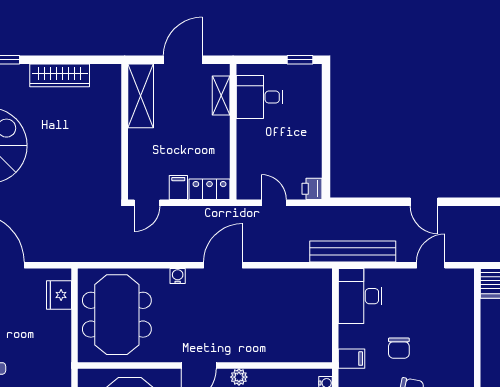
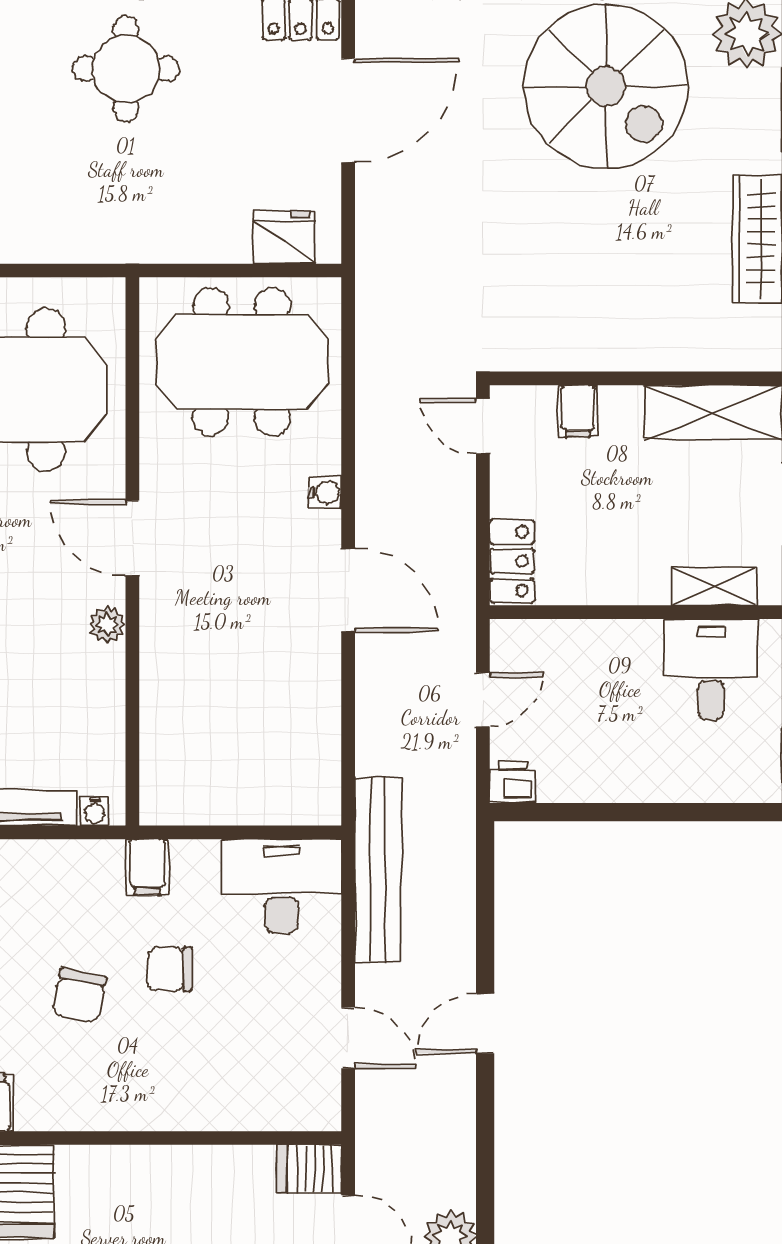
filing cabinet: (178, 188) -> (578, 411), moved, turned 90

